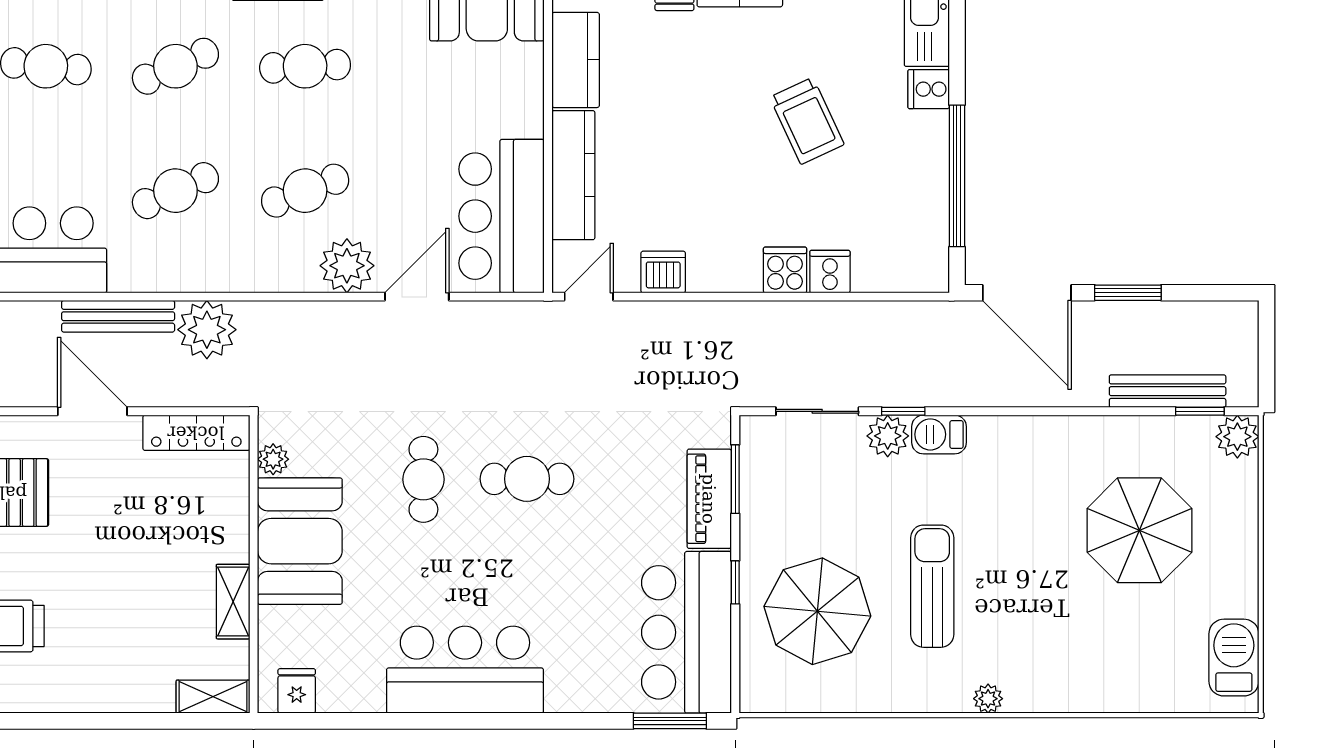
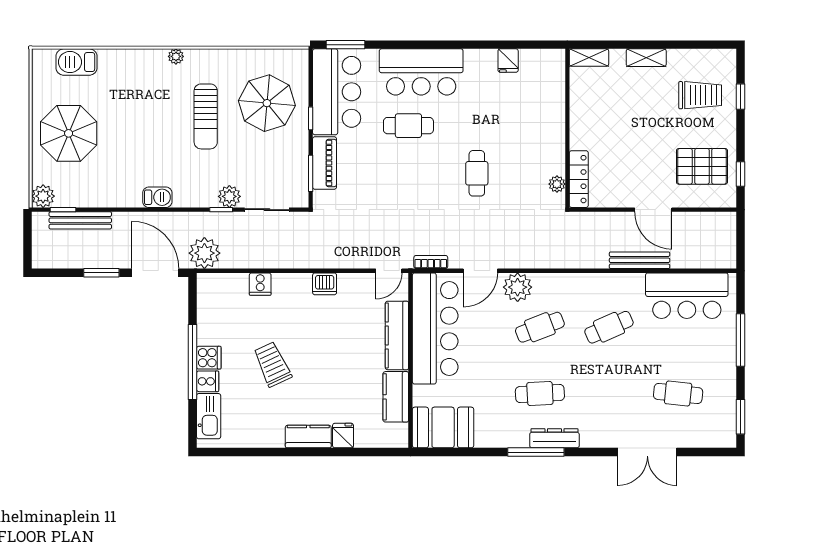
cafe table: (175, 66) -> (609, 394), removed
window: (957, 176) -> (192, 362), moved
bar counter: (502, 216) -> (435, 329), width x1.36
cooker: (785, 270) -> (209, 358), moved, turned -90
dishwasher: (663, 272) -> (325, 284), moved
bookcase: (510, 313) -> (431, 262), added
plant: (207, 330) -> (204, 253), moved
locker: (196, 433) -> (579, 179), moved, turned 90
barbecue: (939, 434) -> (157, 197), moved
cafe table: (527, 479) -> (408, 126), moved
parasol: (1139, 530) -> (69, 133), moved
booth: (300, 541) -> (543, 140), removed
shelving: (233, 602) -> (646, 58), moved, turned 90
barbecue: (1234, 658) -> (77, 62), moved, turned 90
bar counter: (465, 670) -> (421, 72), moved
fridge: (297, 691) -> (508, 61), moved

